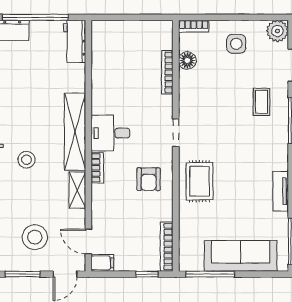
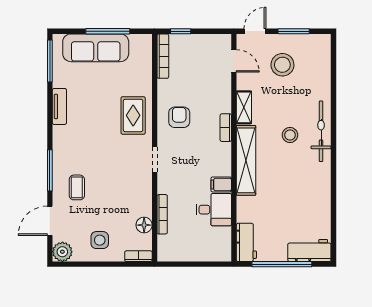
desk: (110, 133) -> (214, 210), moved
filing cabinet: (102, 263) -> (221, 184), moved
window: (210, 274) -> (108, 31), moved

